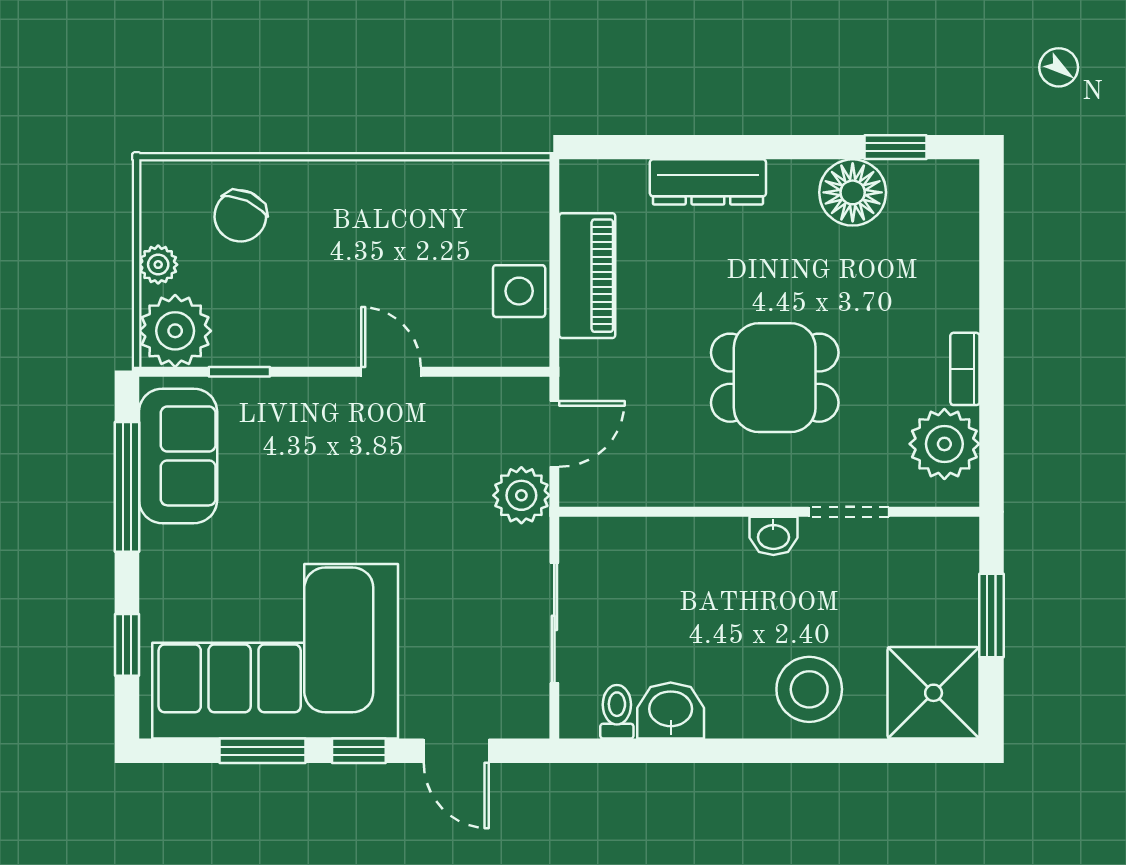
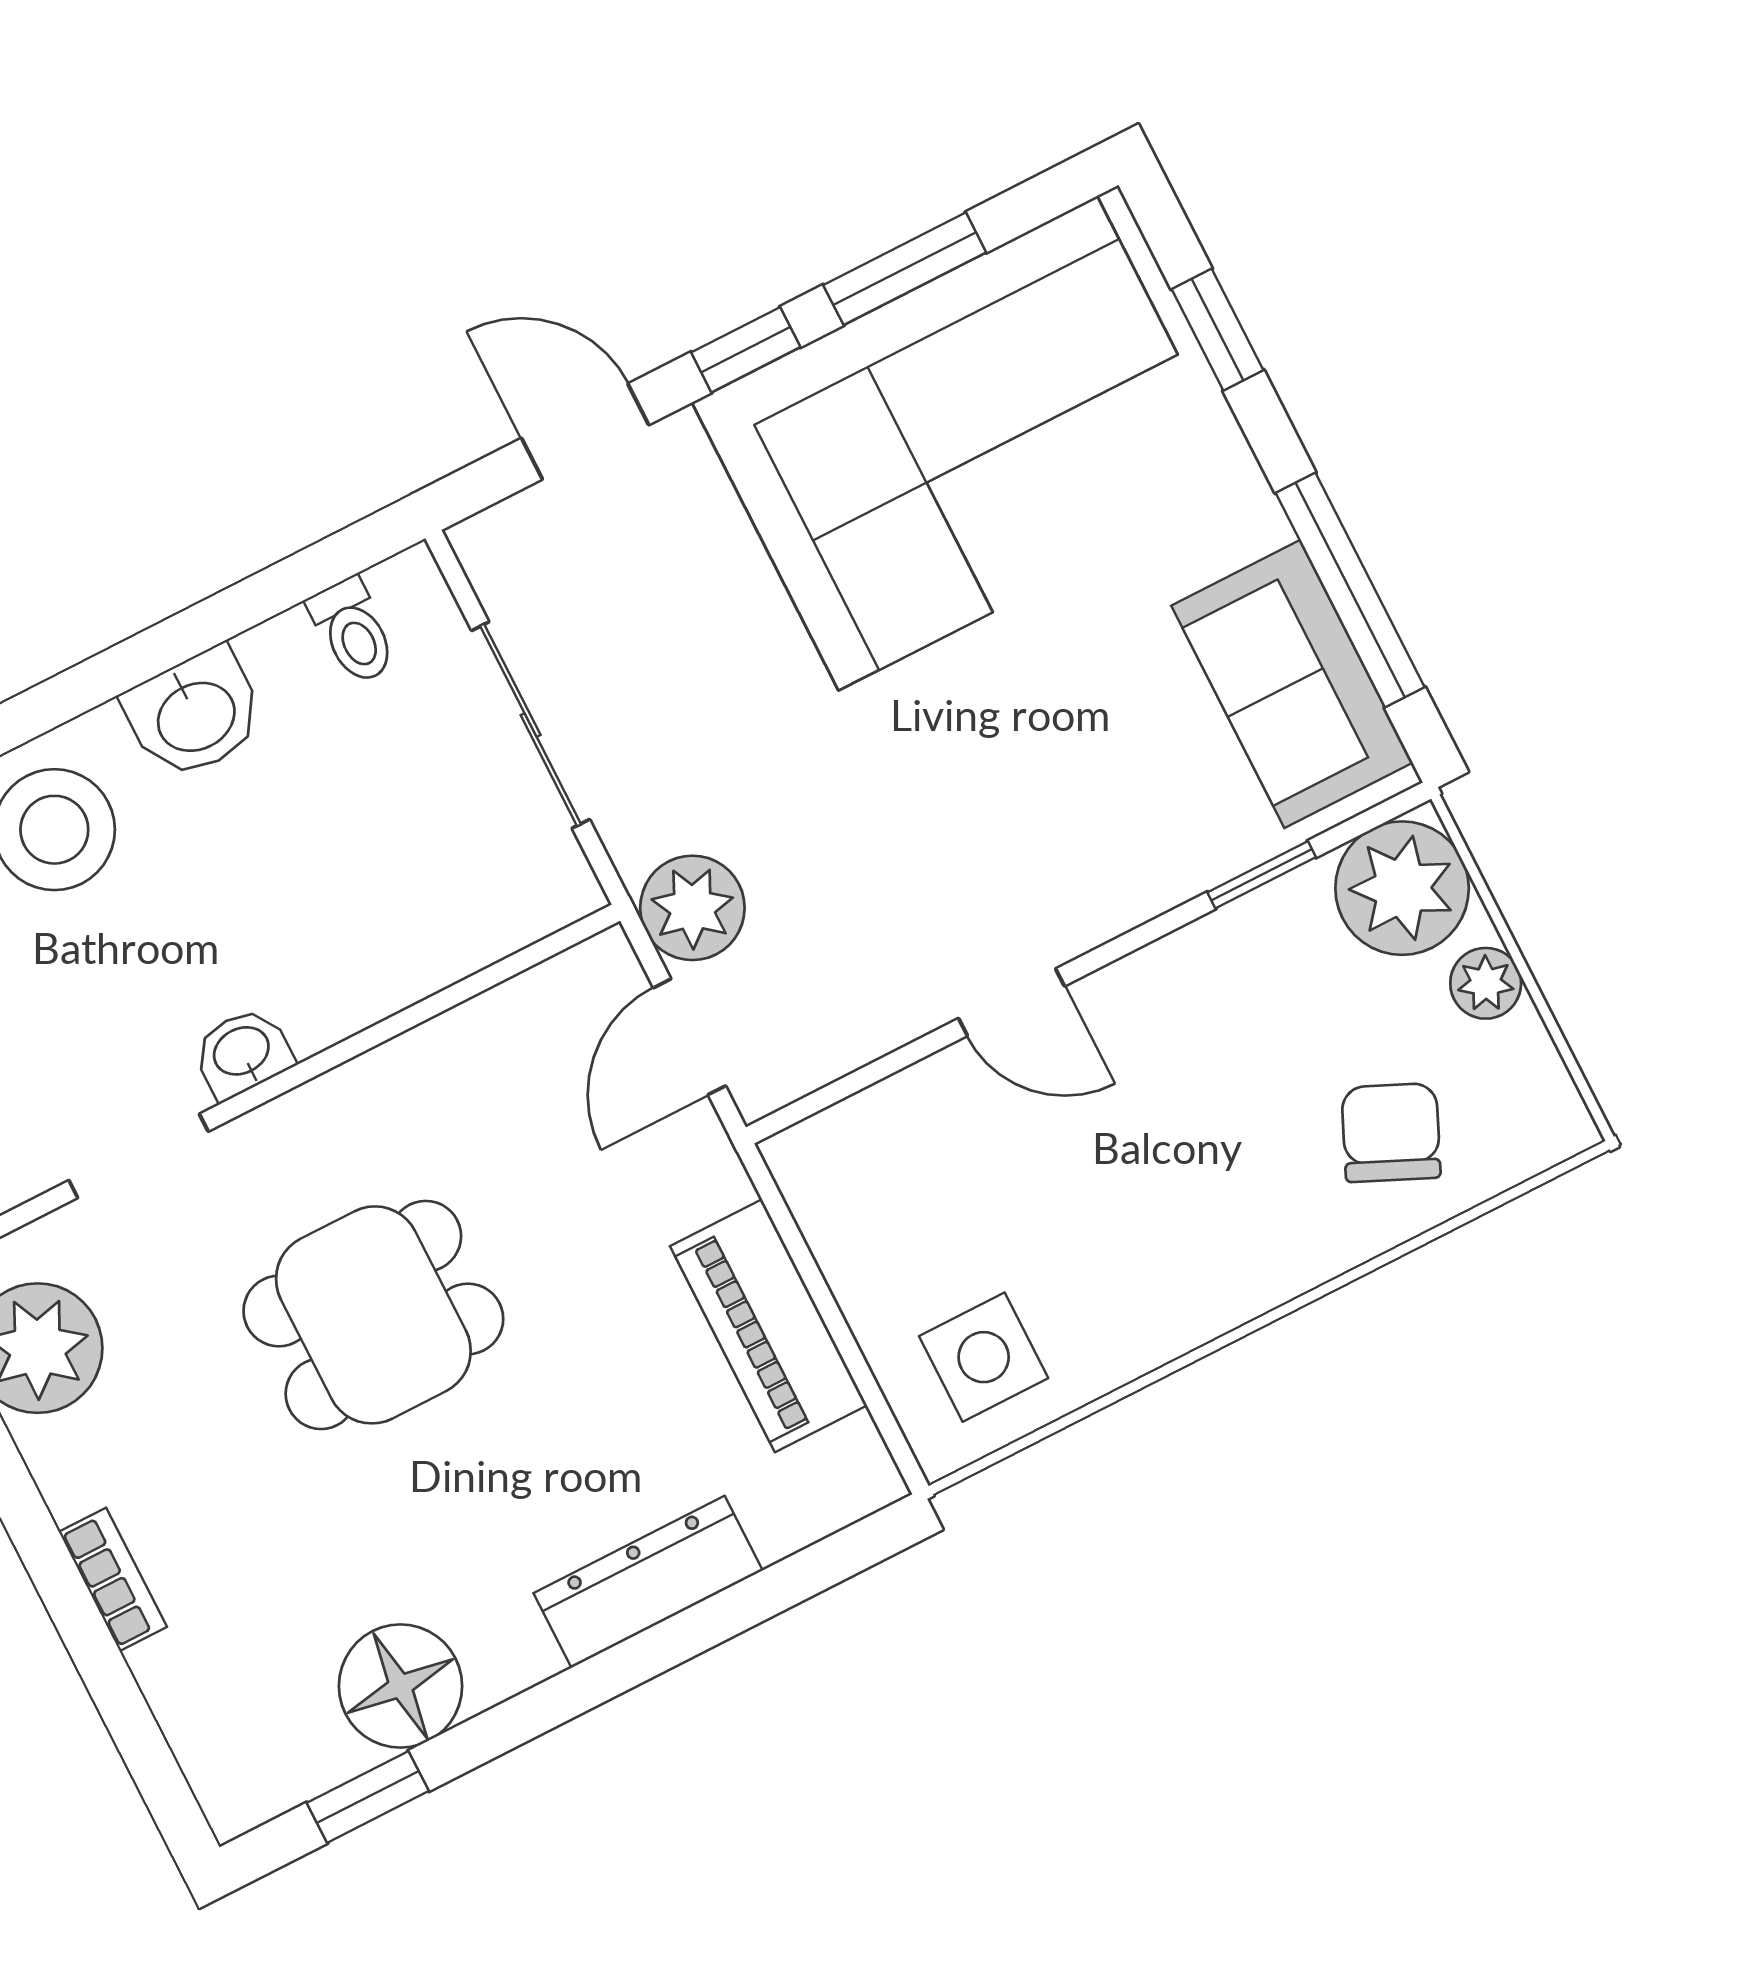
side table: (519, 291) -> (984, 1357), moved
bookcase: (965, 369) -> (113, 1579), moved
washbasin: (671, 711) -> (195, 714), moved

